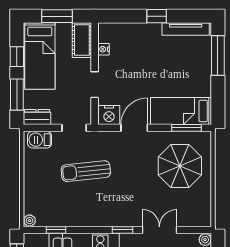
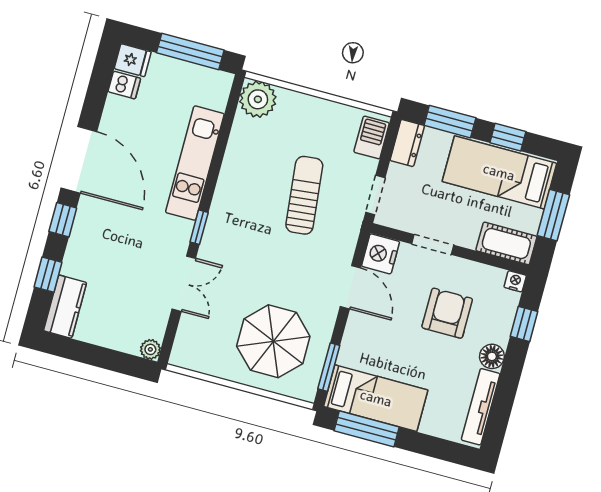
window: (157, 16) -> (524, 324), moved
floor lamp: (153, 30) -> (492, 356), added
nightstand: (104, 49) -> (515, 281), moved
window: (218, 55) -> (367, 429), moved
armchair: (134, 65) -> (447, 313), added
bed: (181, 111) -> (376, 398), moved, turned 90
plant: (30, 221) -> (258, 99), width x1.88, depth x1.88
window: (56, 230) -> (227, 125), removed

